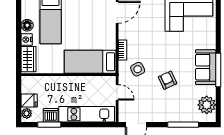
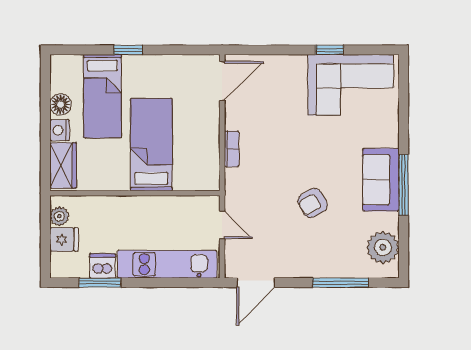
bed: (90, 62) -> (151, 145), moved, turned 90
side table: (138, 69) -> (259, 183), removed
armchair: (168, 80) -> (312, 203), turned -95
plant: (27, 113) -> (59, 216), moved

